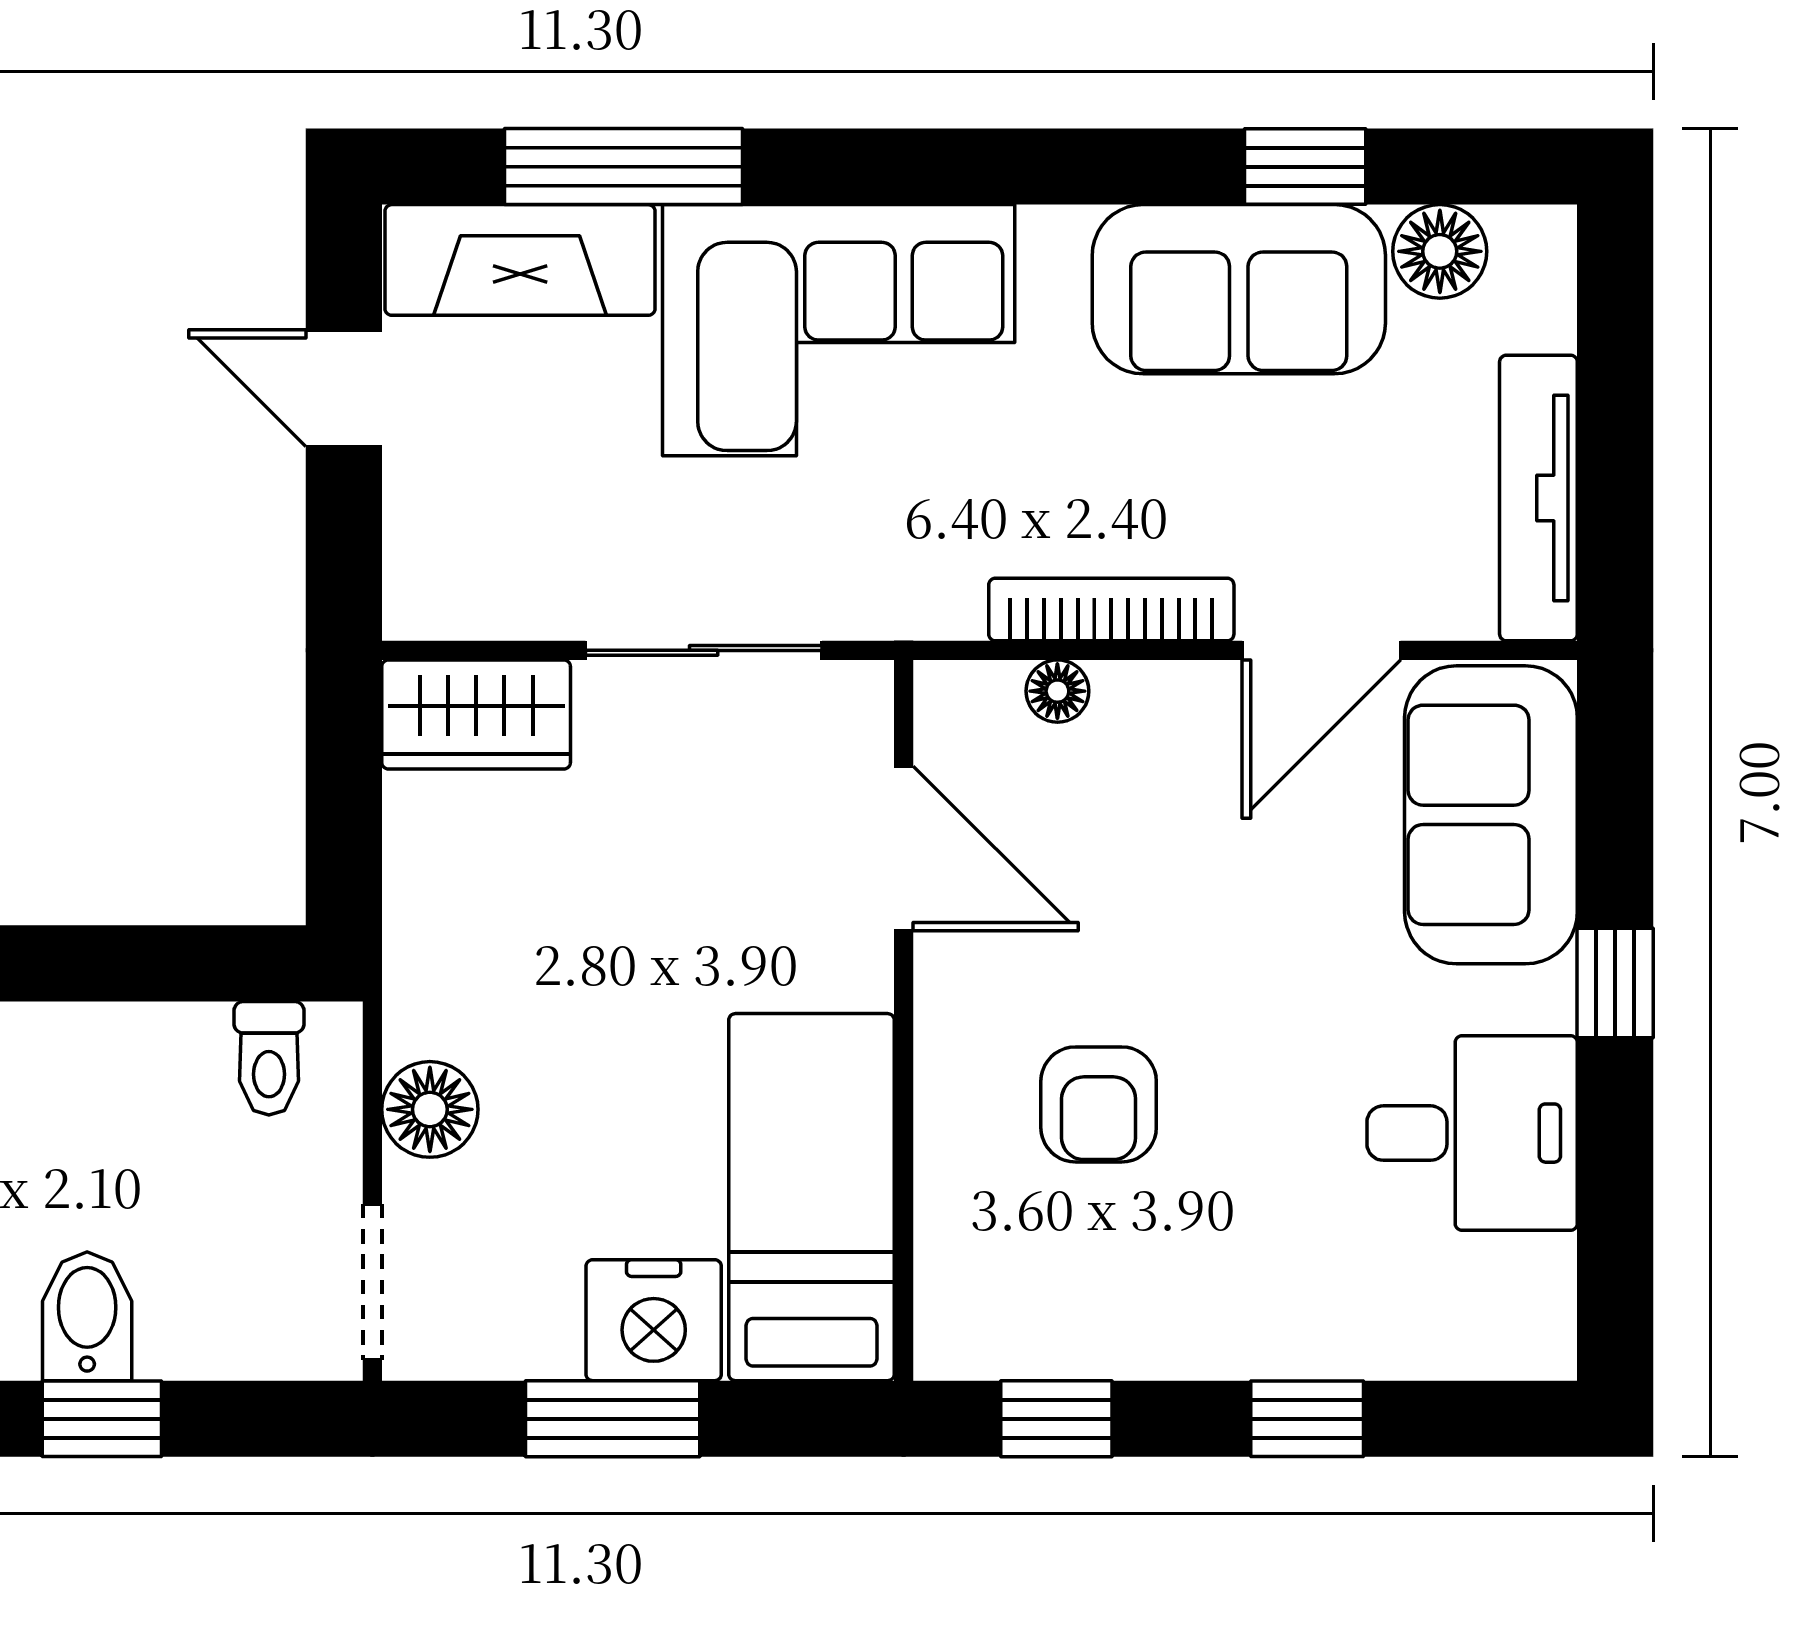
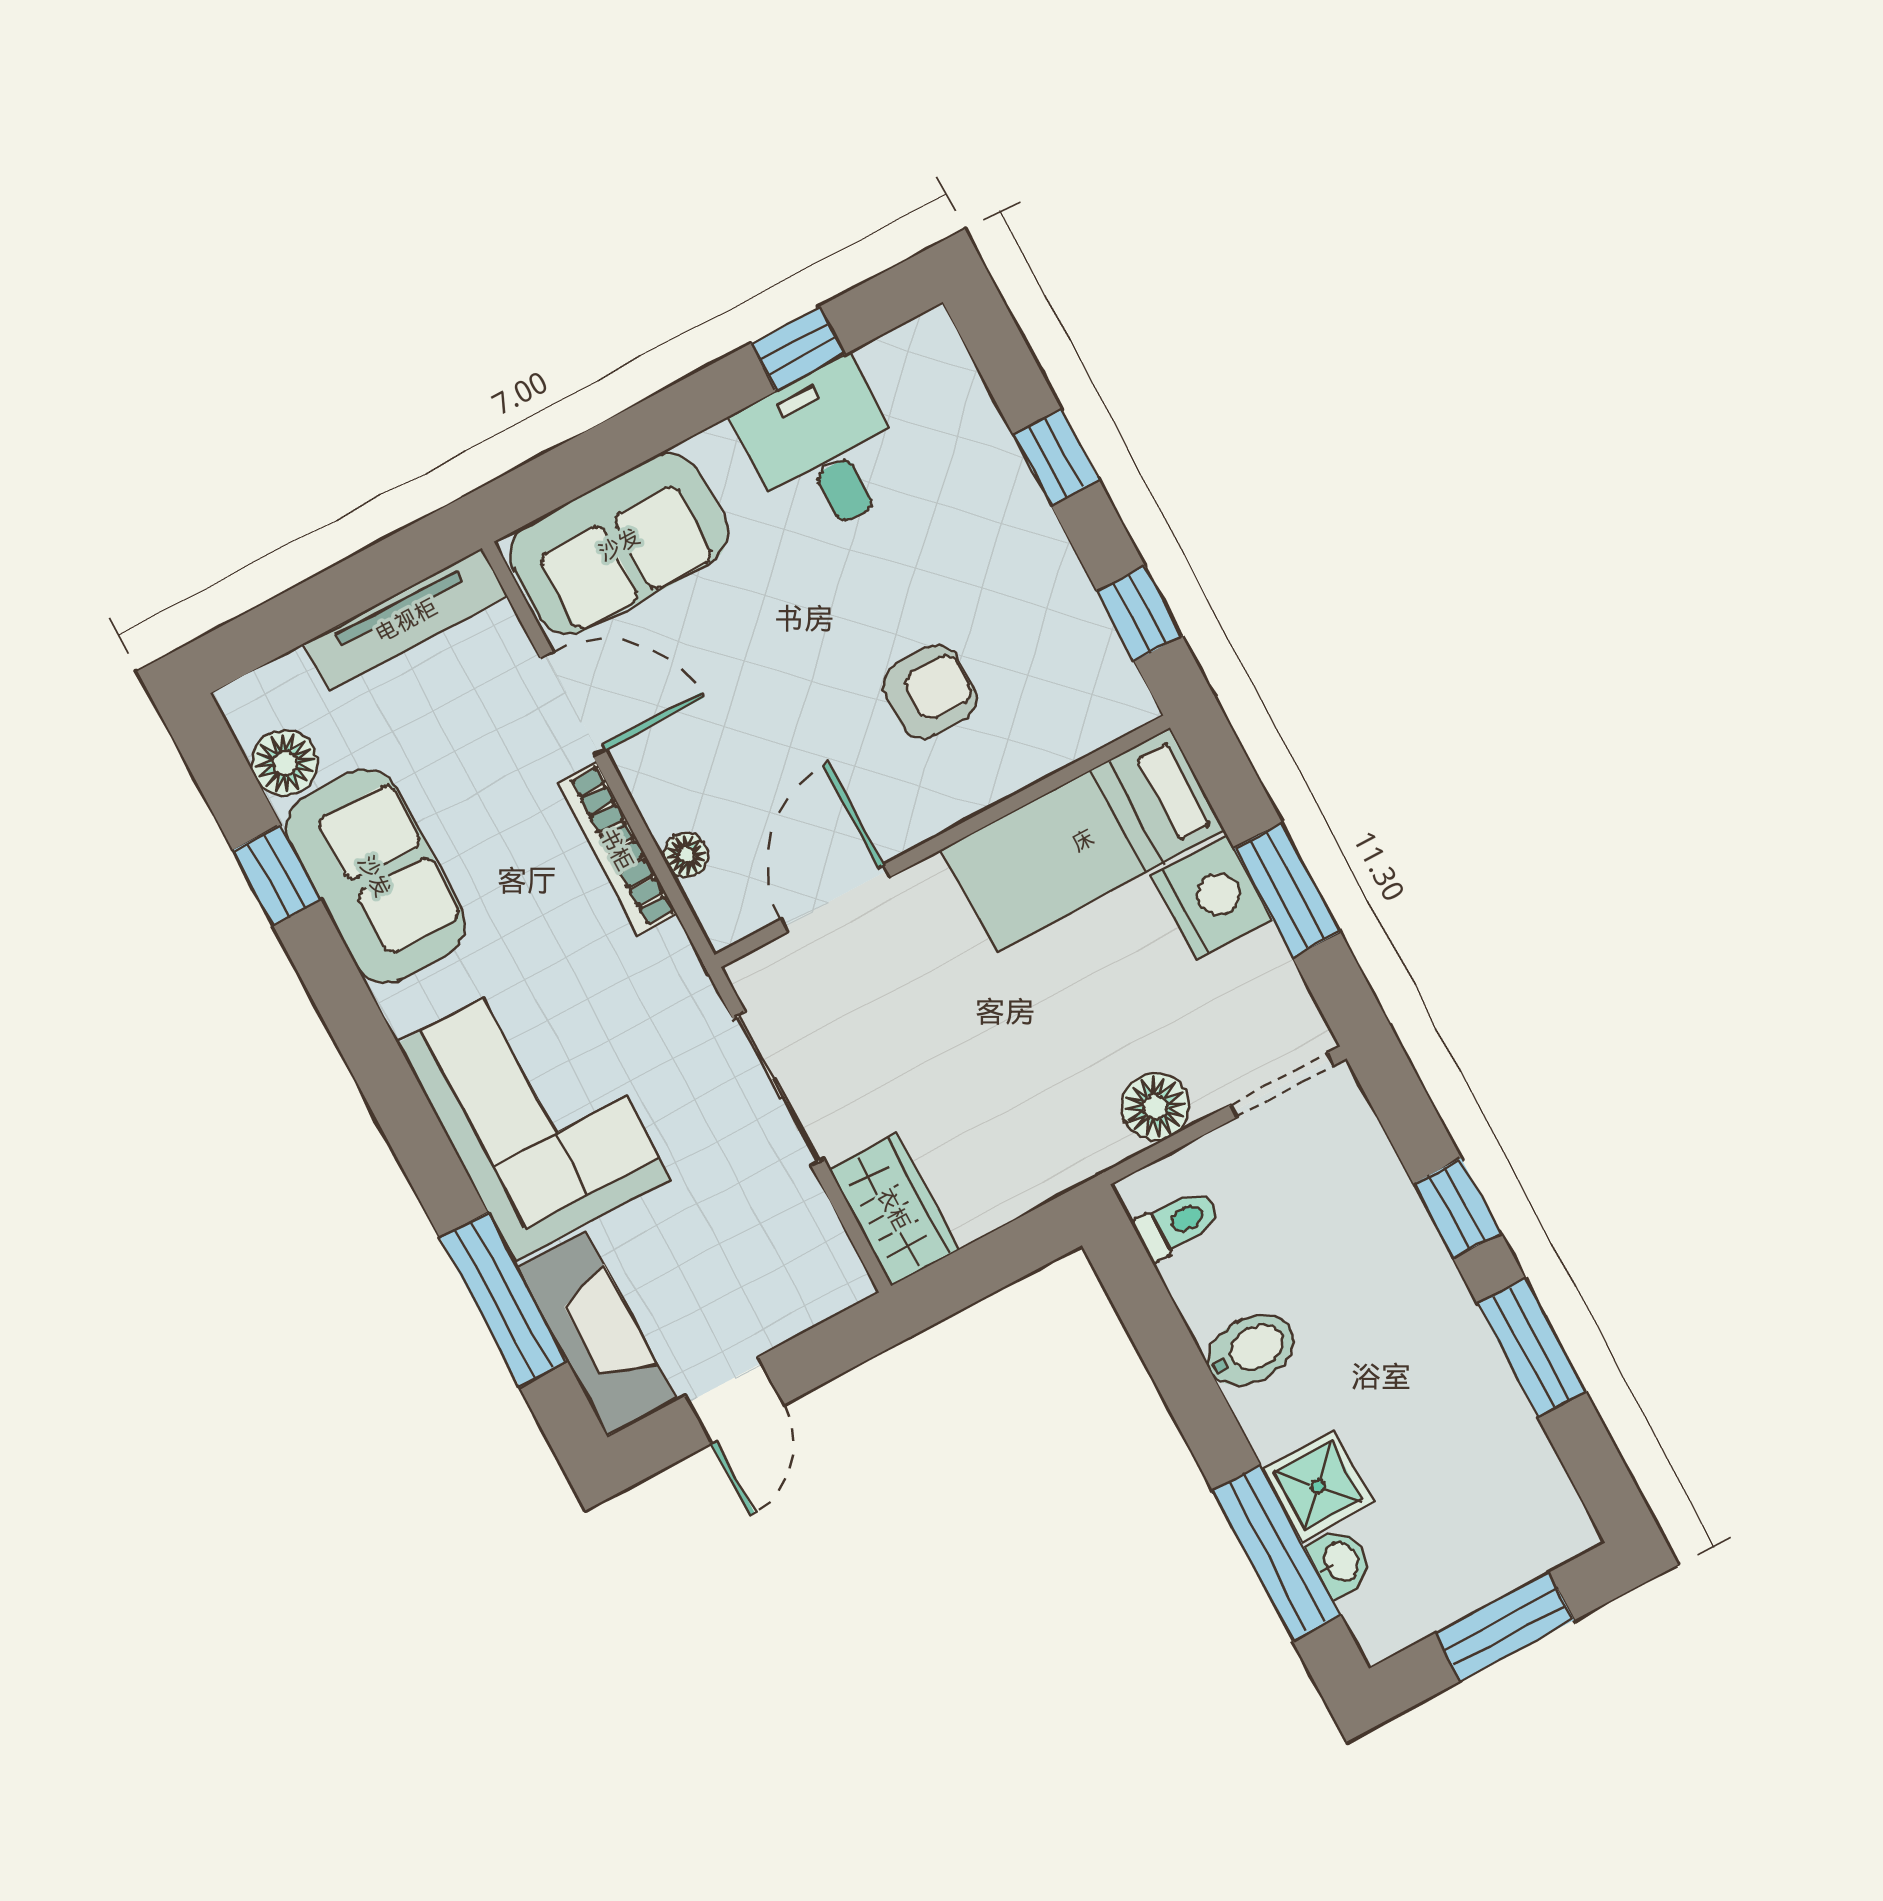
window: (1615, 983) -> (798, 349), moved
bidet: (87, 1316) -> (1250, 1350), moved, turned 180

